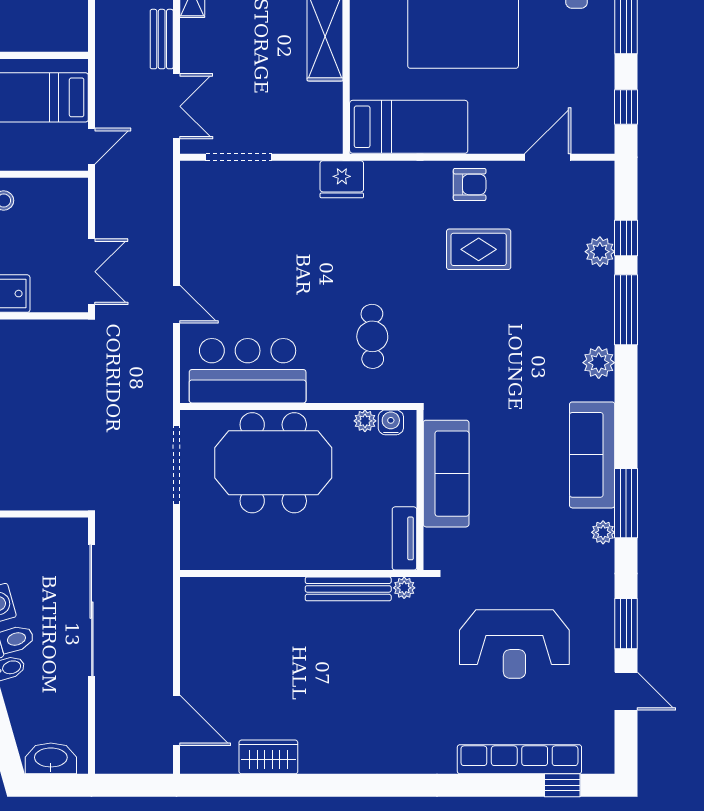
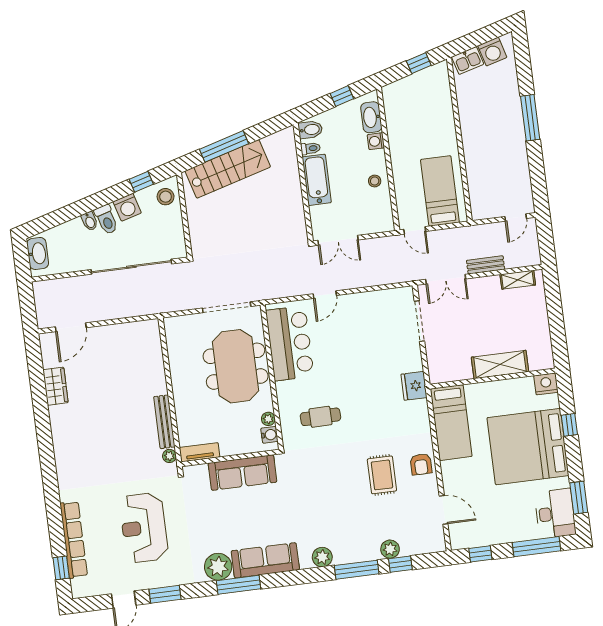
plant: (603, 532) -> (218, 567), width x1.88, depth x1.88

